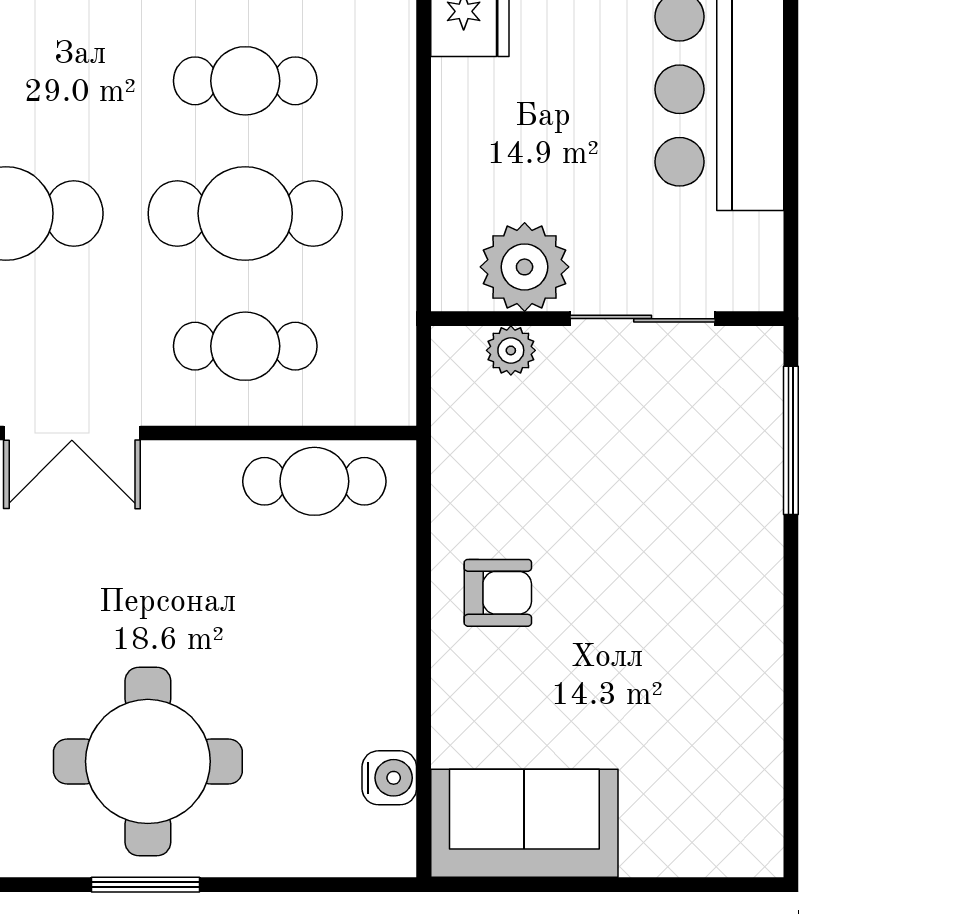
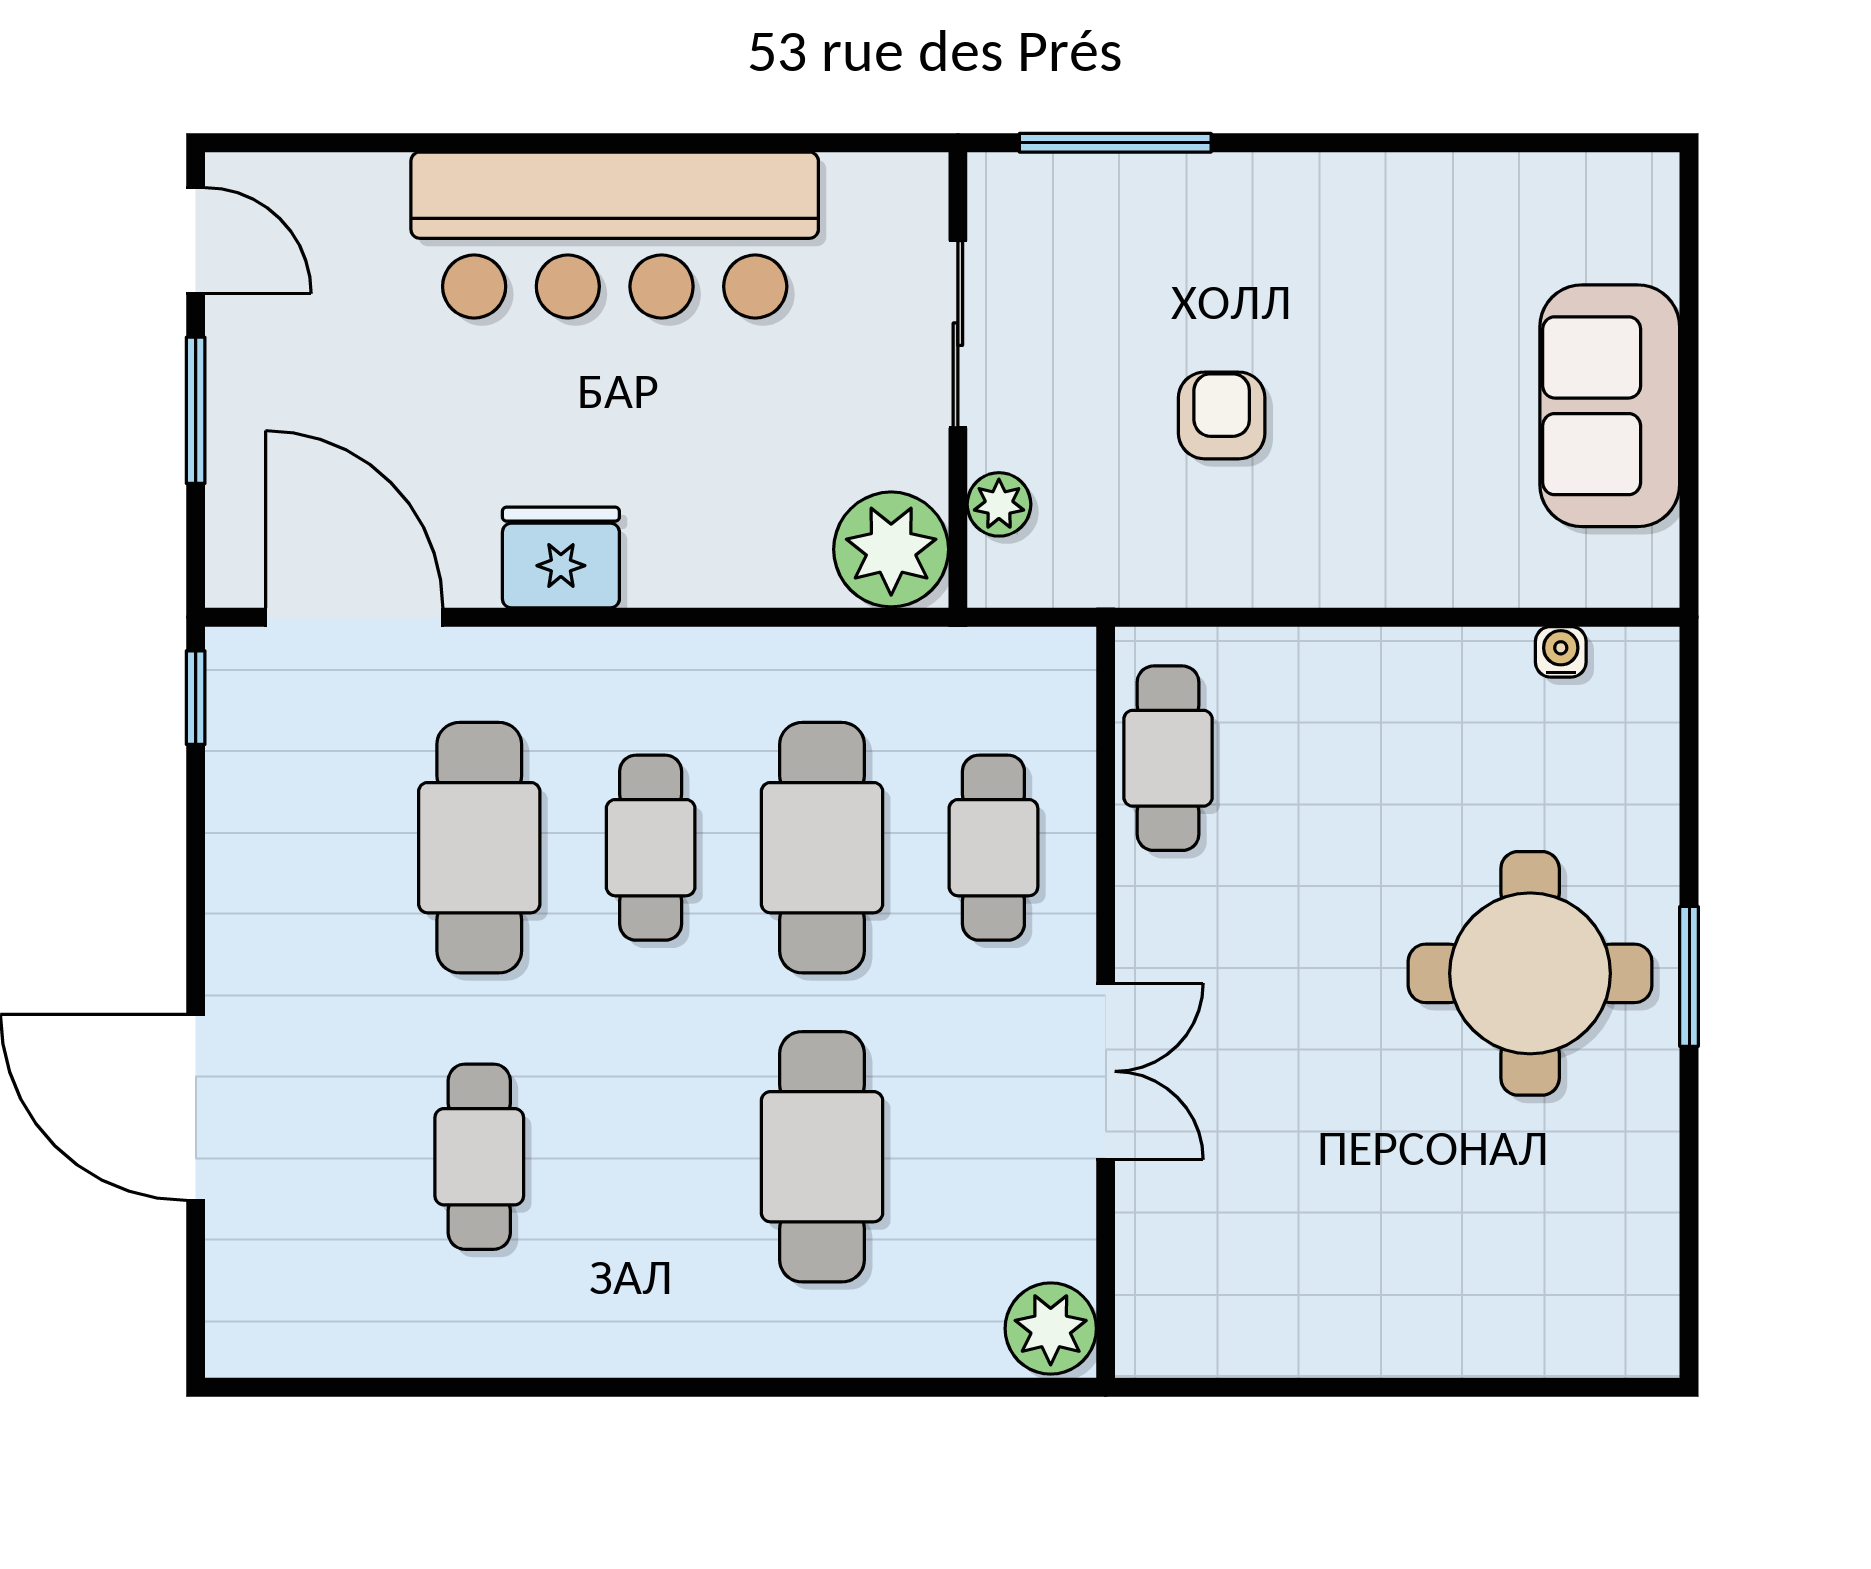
plant: (525, 267) -> (891, 549), moved
armchair: (498, 593) -> (1222, 415), moved
water cooler: (389, 778) -> (1561, 652), width x0.72, depth x0.72
sofa: (524, 823) -> (1610, 406), moved

